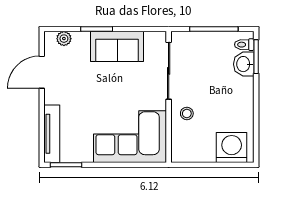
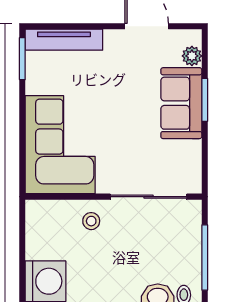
sofa: (117, 46) -> (181, 103), moved

